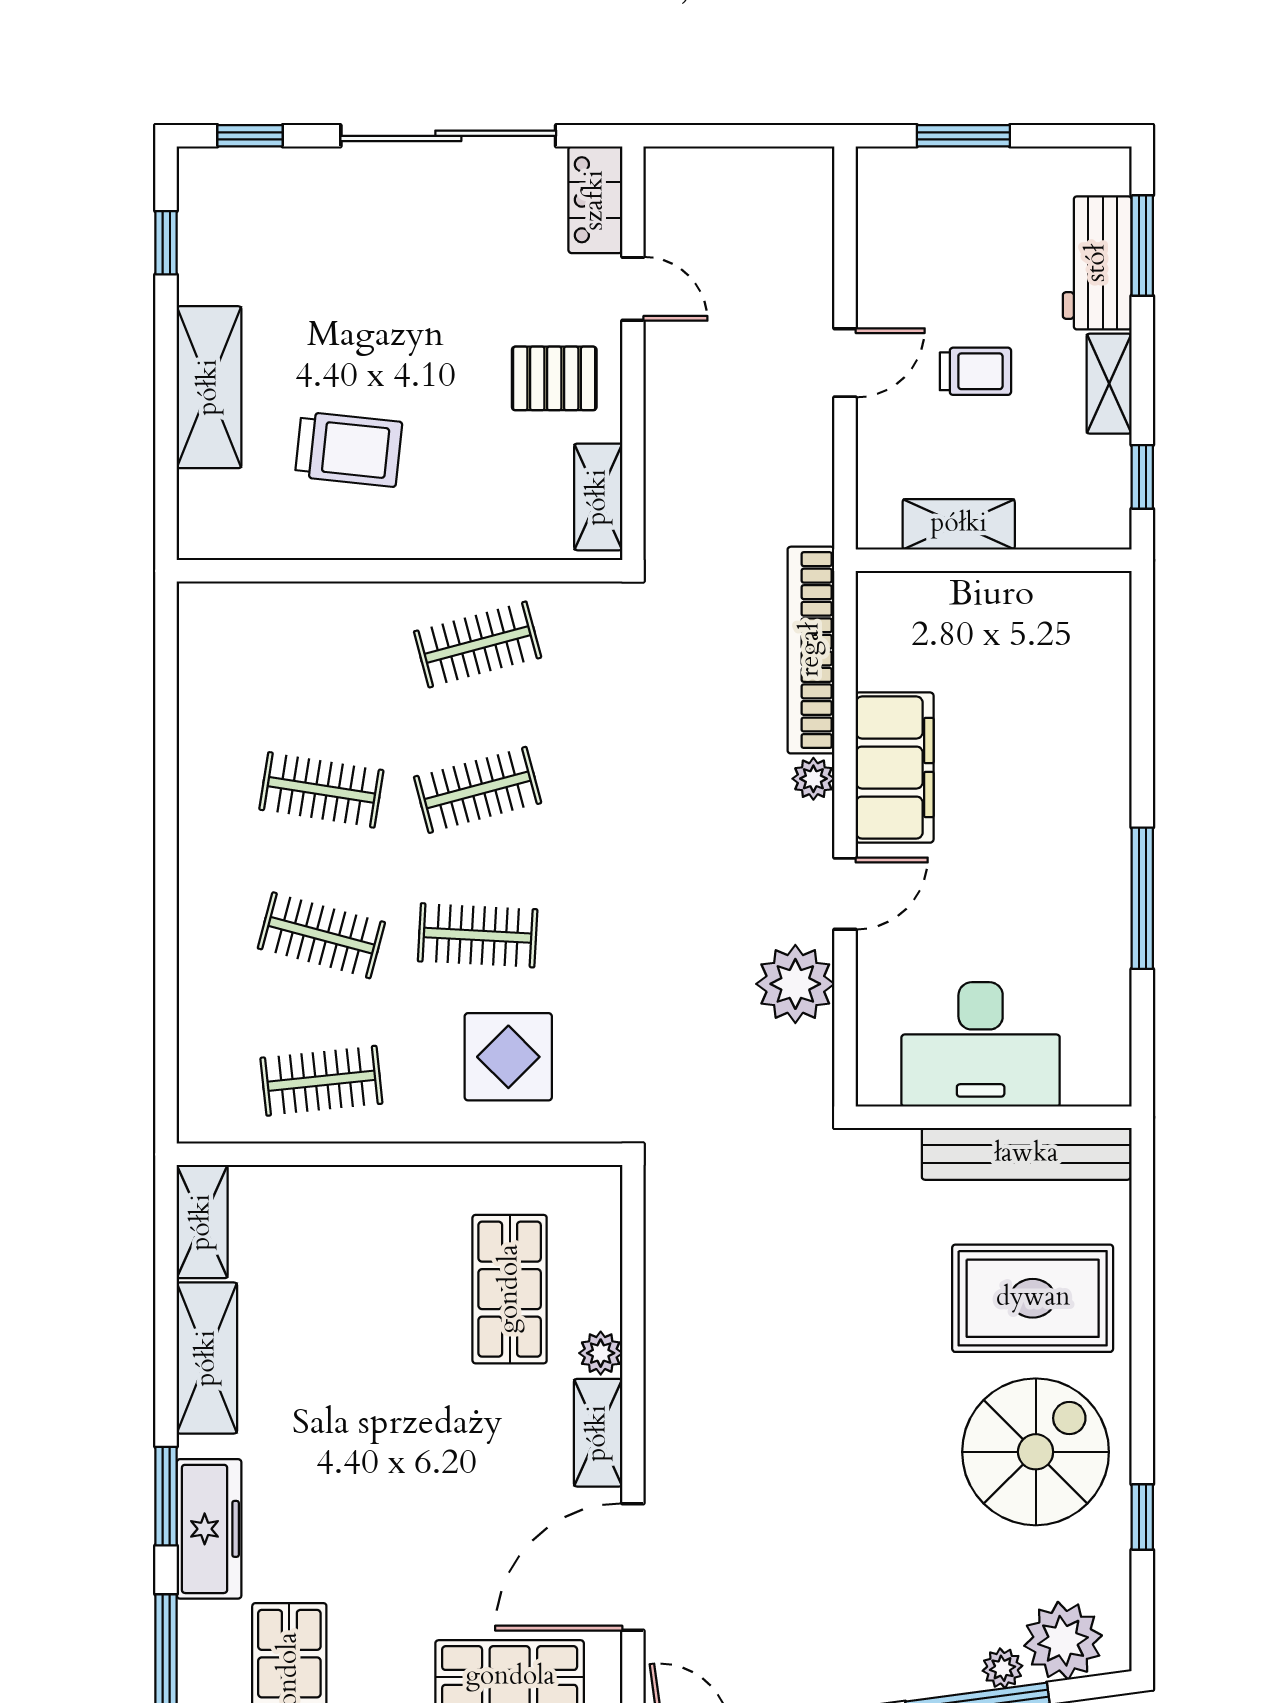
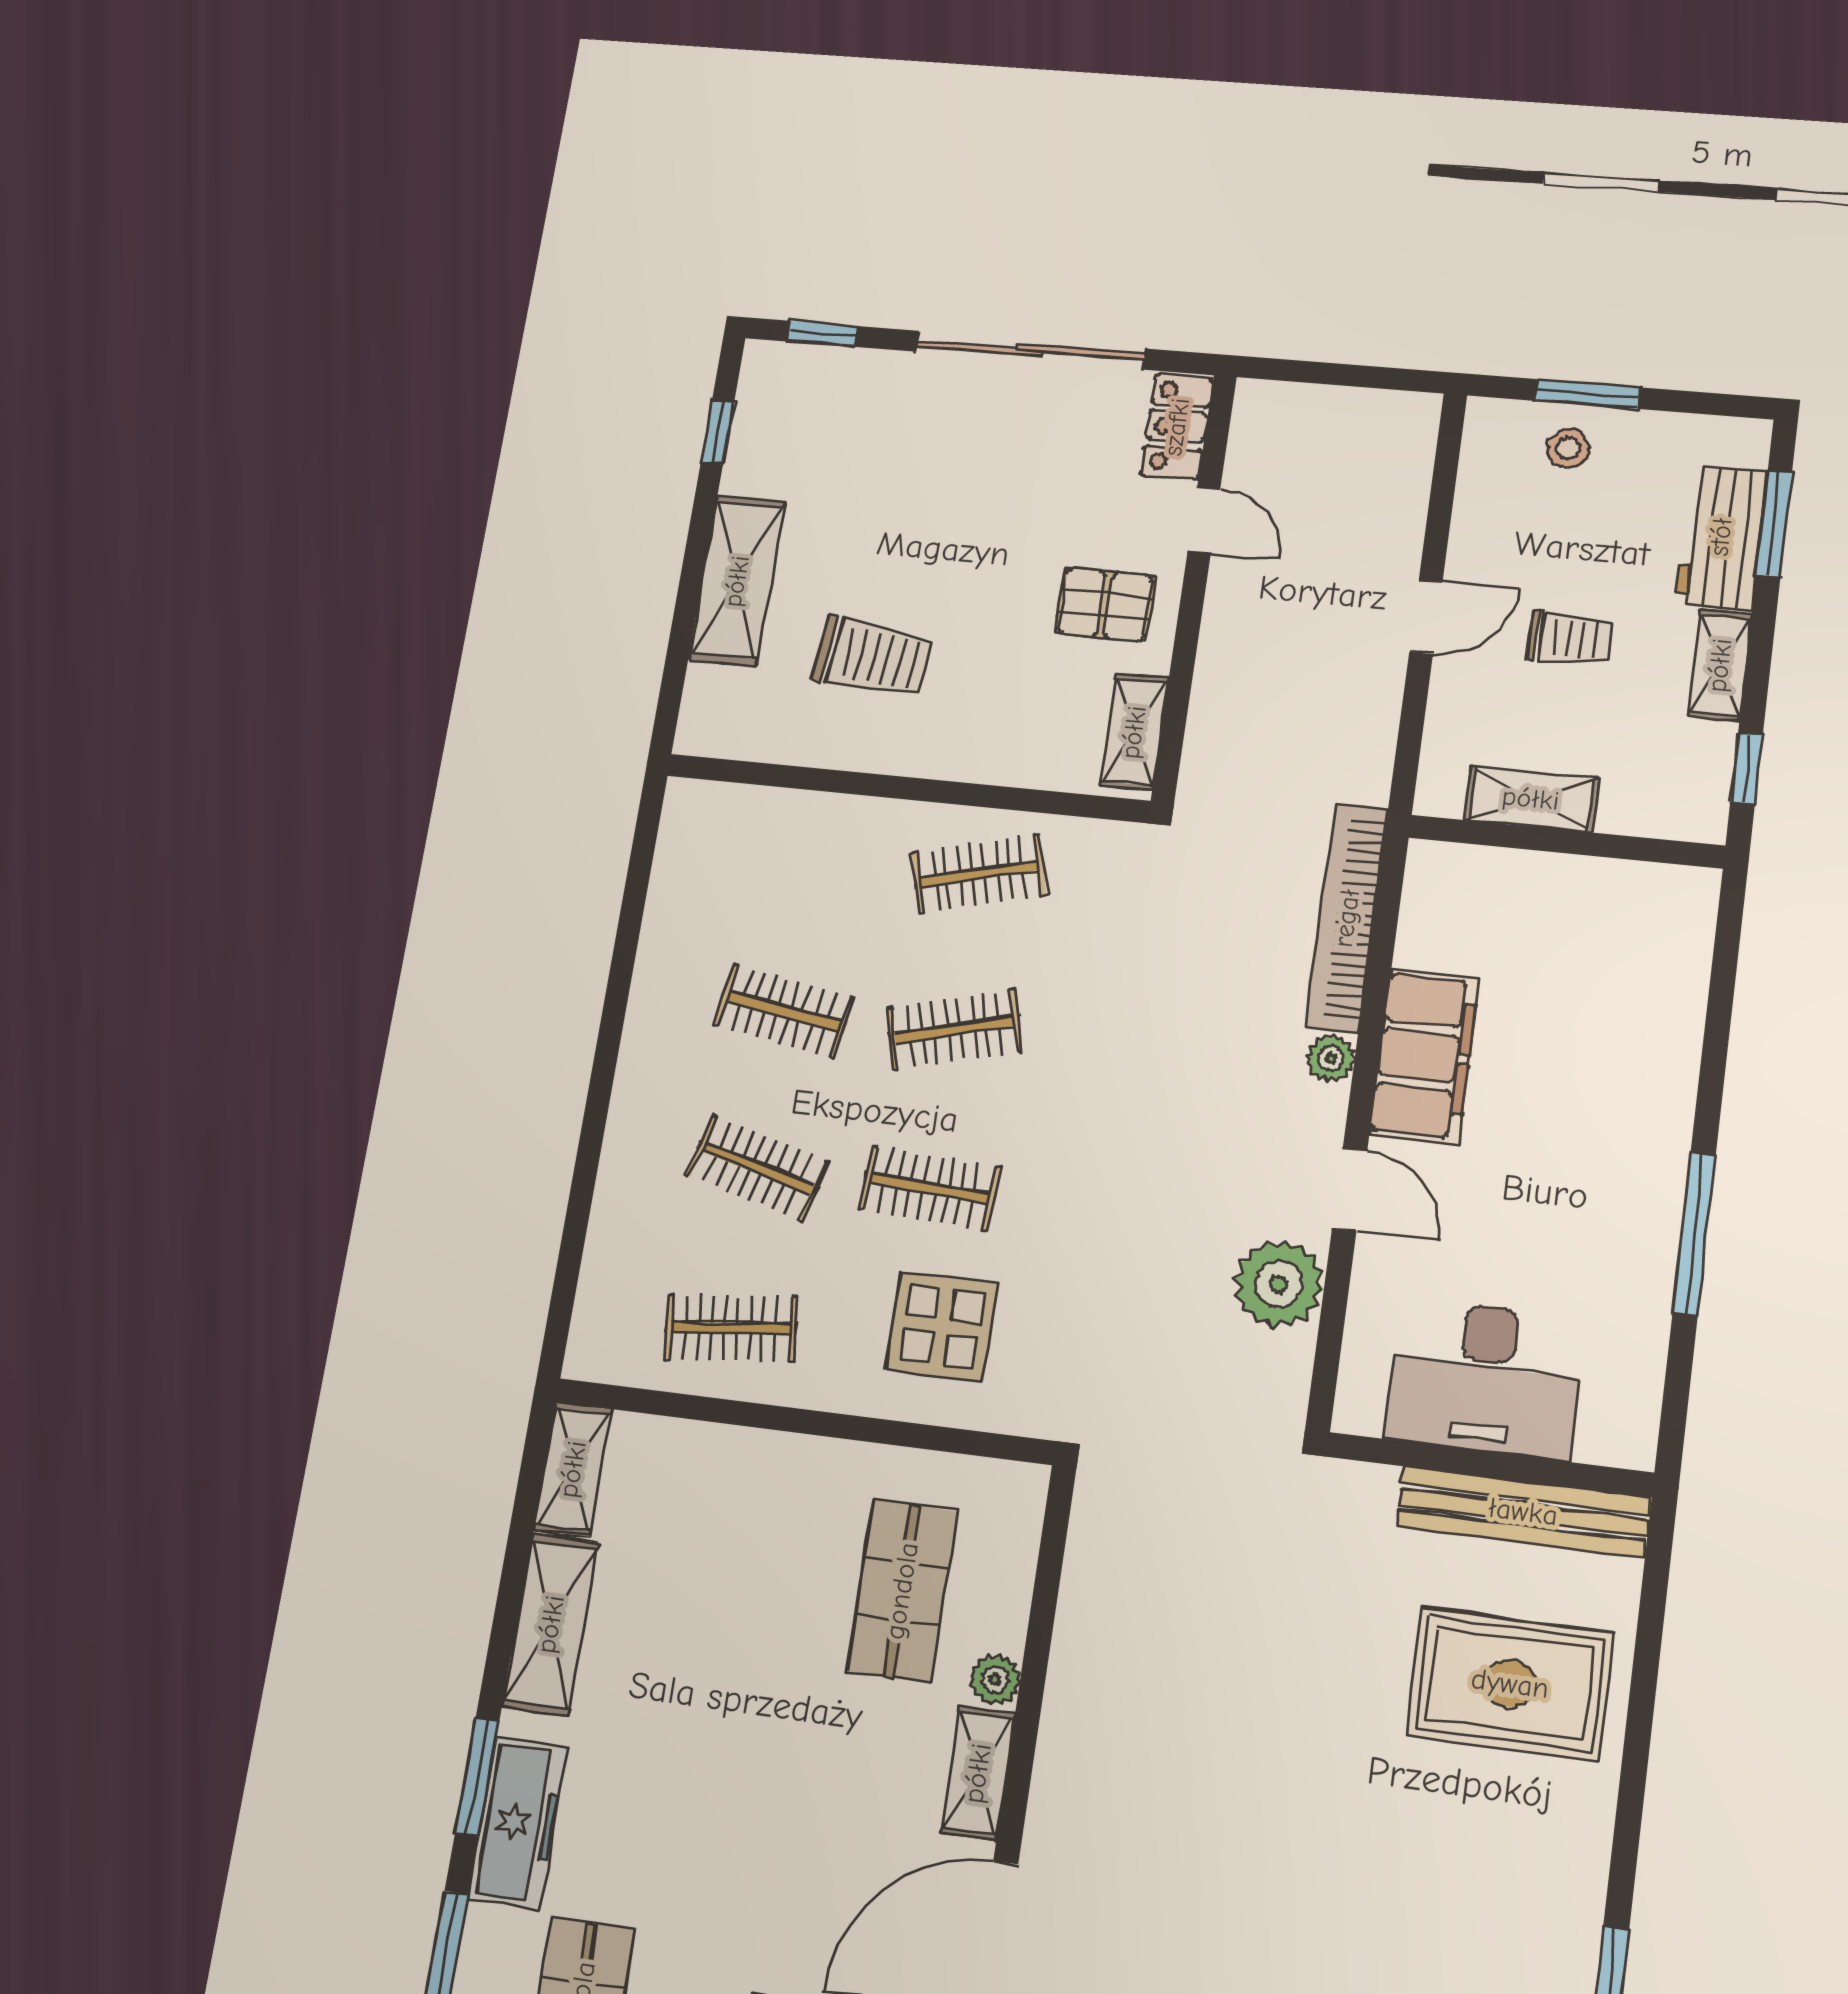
stool: (952, 190) -> (1568, 448), added
door: (845, 894) -> (1350, 1189), hinge flipped
spiral stairs: (1036, 1452) -> (1491, 1869), removed

